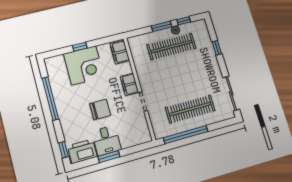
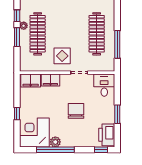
corner desk: (84, 65) -> (34, 133), moved, turned -90
display table: (156, 79) -> (62, 56), added
filing cabinet: (130, 84) -> (50, 80), moved
plant: (59, 96) -> (55, 142), added
window: (186, 135) -> (117, 44), width x0.68
desk: (106, 140) -> (104, 85), moved, turned -90

